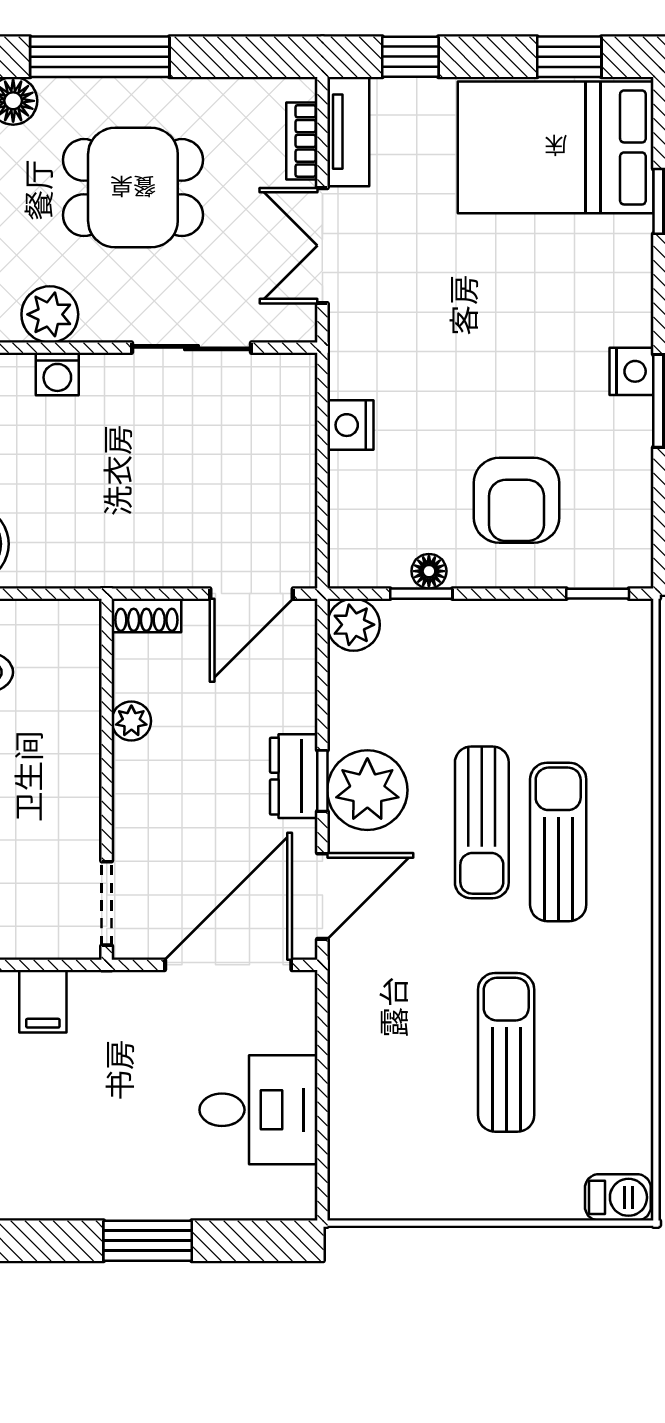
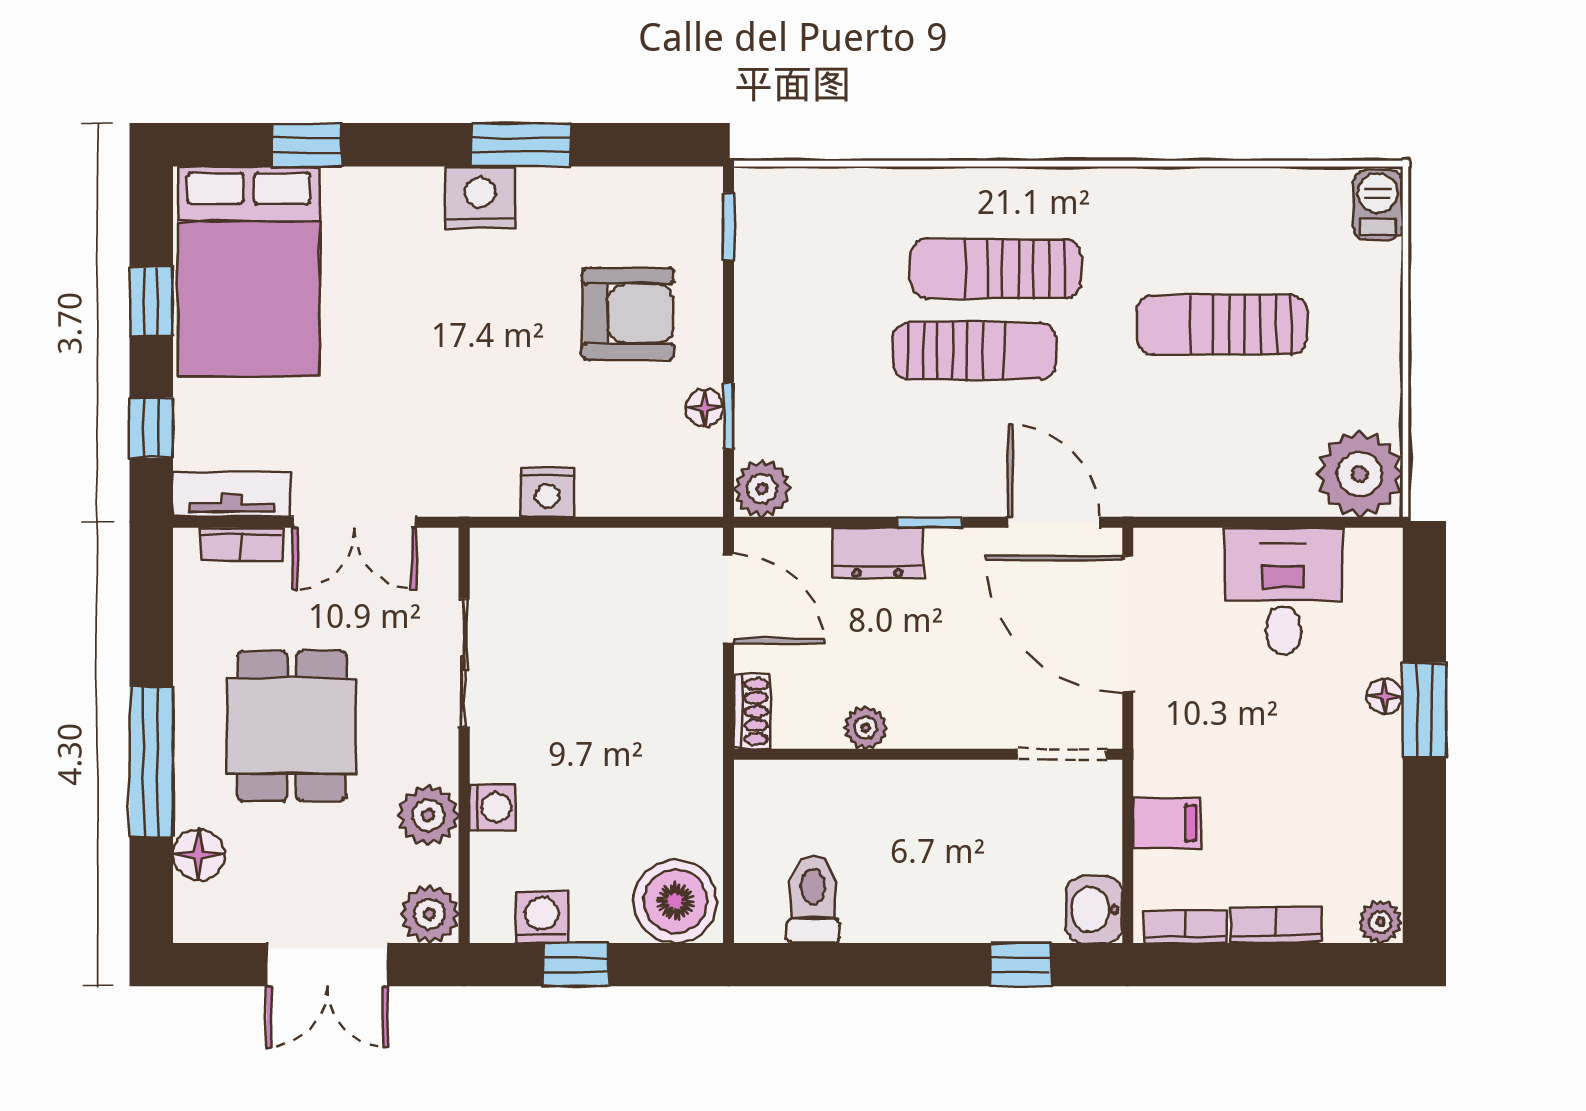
window: (569, 57) -> (151, 301), moved
nightstand: (632, 371) -> (480, 198), width x1.36, depth x1.33
dresser: (294, 776) -> (877, 553), moved
plant: (367, 790) -> (1360, 474), moved
floor lamp: (161, 1204) -> (1385, 696), added

